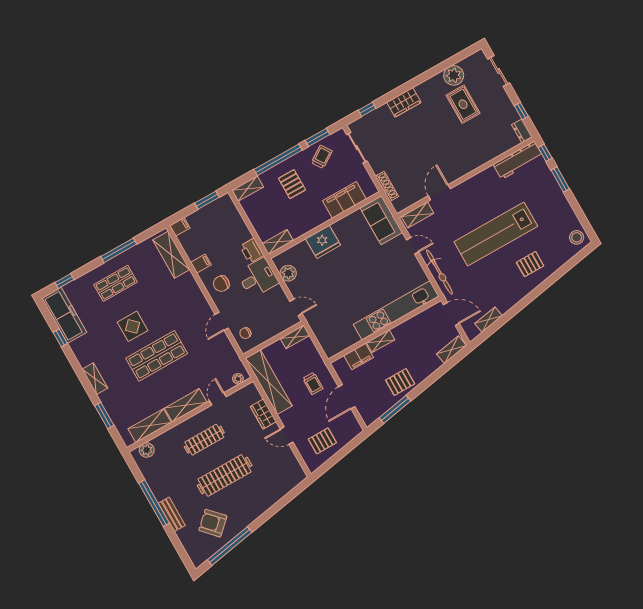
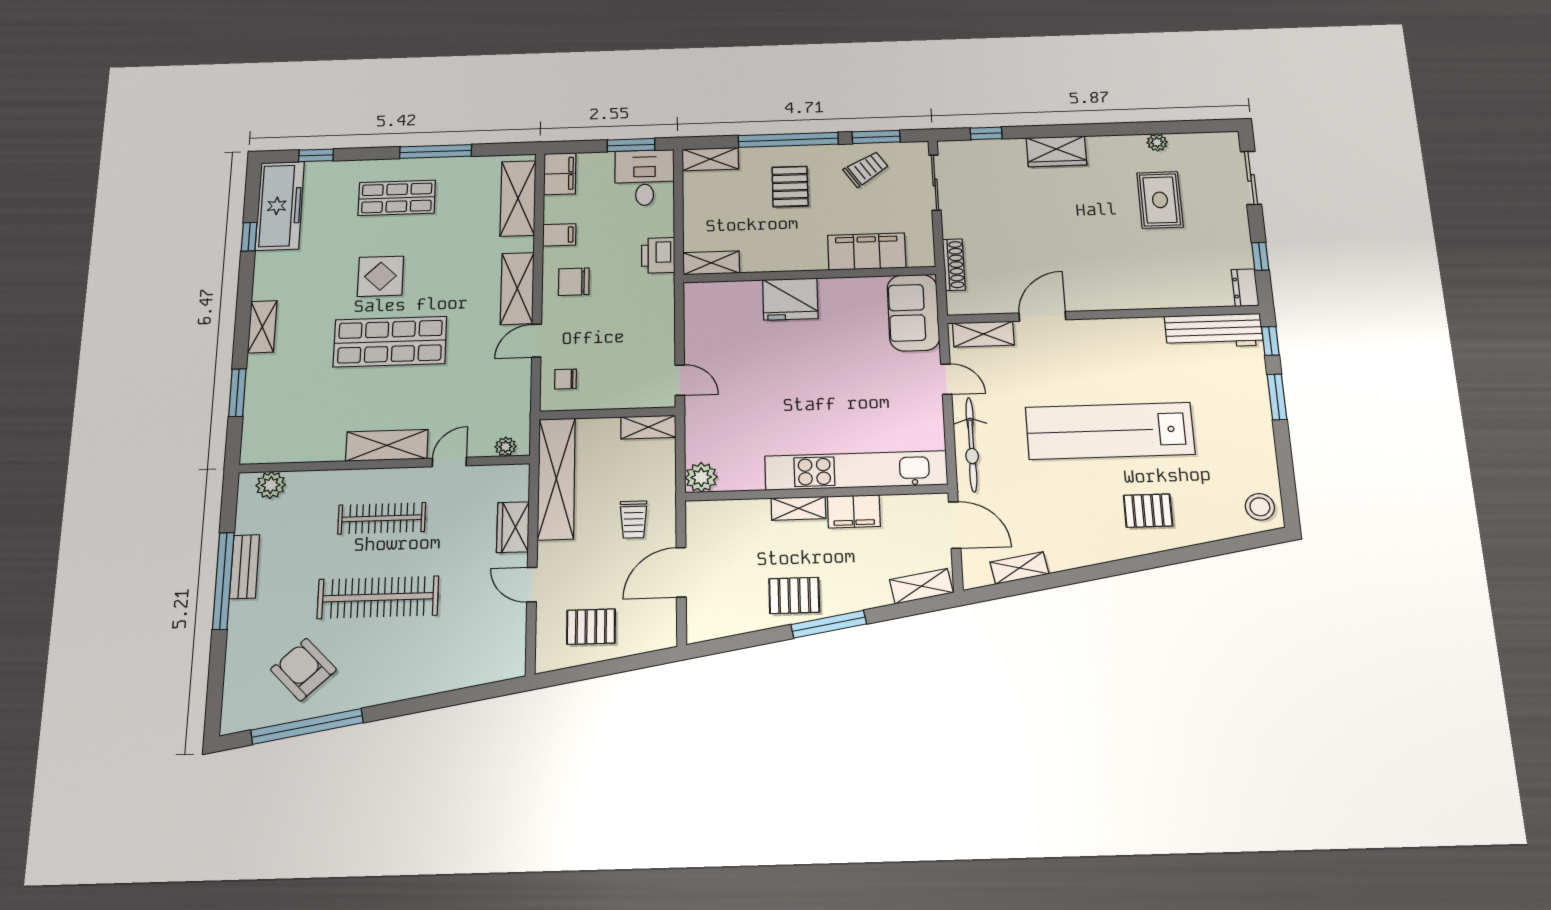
plant: (454, 75) -> (1157, 142), width x0.53, depth x0.53
filing cabinet: (180, 227) -> (560, 174), width x2.00
plant: (288, 273) -> (701, 477), moved
desk: (258, 278) -> (645, 178), moved, turned -90
filing cabinet: (359, 357) -> (854, 511), moved
window: (395, 409) -> (829, 624), moved
shelving: (150, 426) -> (517, 288), moved, turned 90
bench: (172, 514) -> (245, 567), moved

